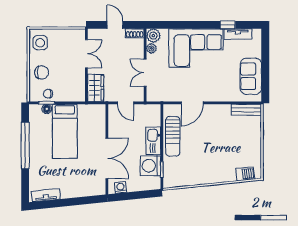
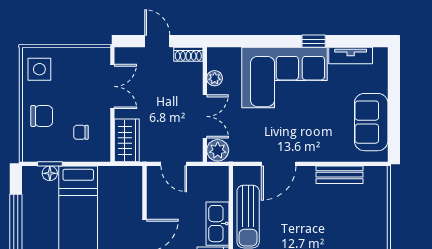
window: (228, 25) -> (314, 41), moved
plant: (153, 36) -> (218, 150), moved
double door: (145, 73) -> (205, 116), swing flipped
chair: (48, 94) -> (81, 132), moved
bench: (246, 110) -> (340, 175), moved

